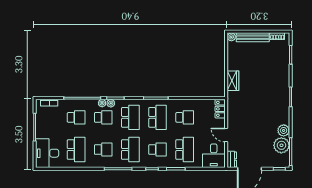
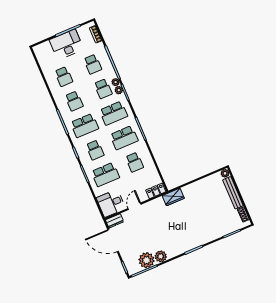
wardrobe: (233, 81) -> (173, 197), moved
school desk: (76, 150) -> (64, 77), width x0.54
desk: (47, 153) -> (66, 45), moved

